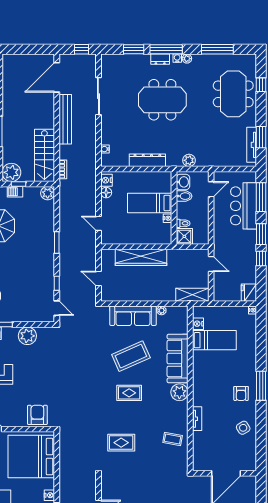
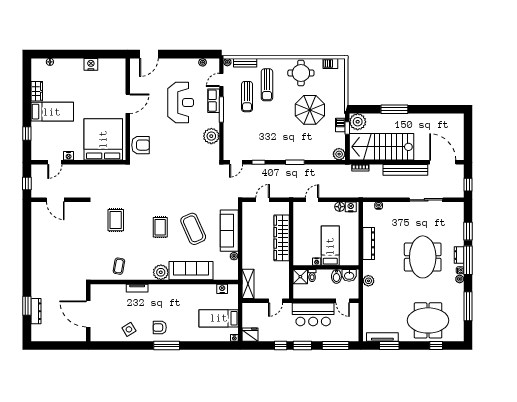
stairs: (44, 155) -> (381, 147), width x1.36, depth x1.51
bar counter: (244, 206) -> (313, 314), moved, turned 180
bed: (214, 340) -> (219, 318), moved, turned 90

